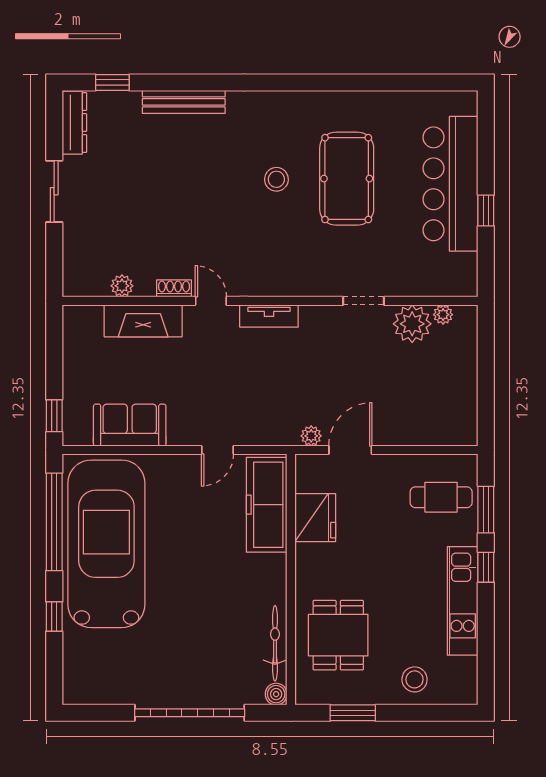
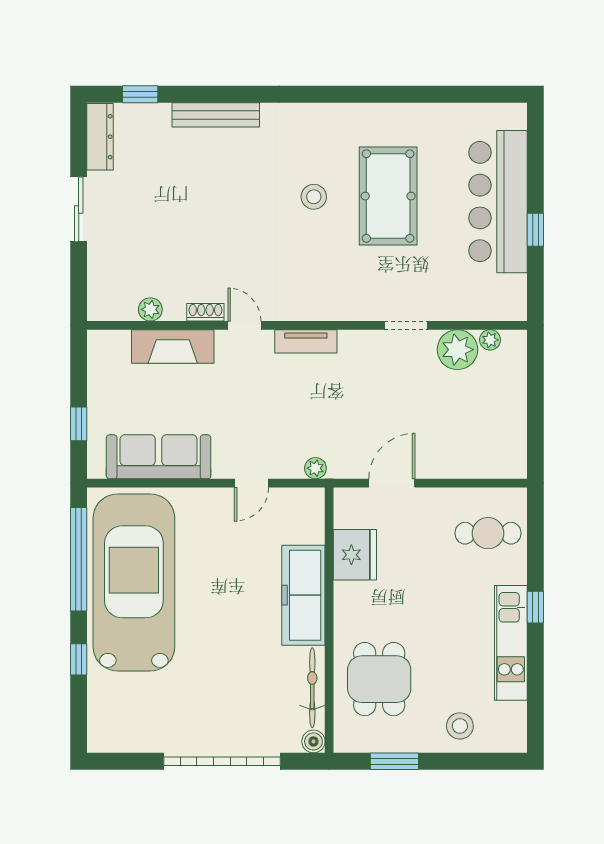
window: (54, 416) -> (79, 424), moved
sofa: (130, 425) -> (159, 457), width x1.36
plant: (311, 436) -> (315, 468), moved
freezer: (267, 505) -> (303, 595), moved
window: (486, 510) -> (535, 546), removed

